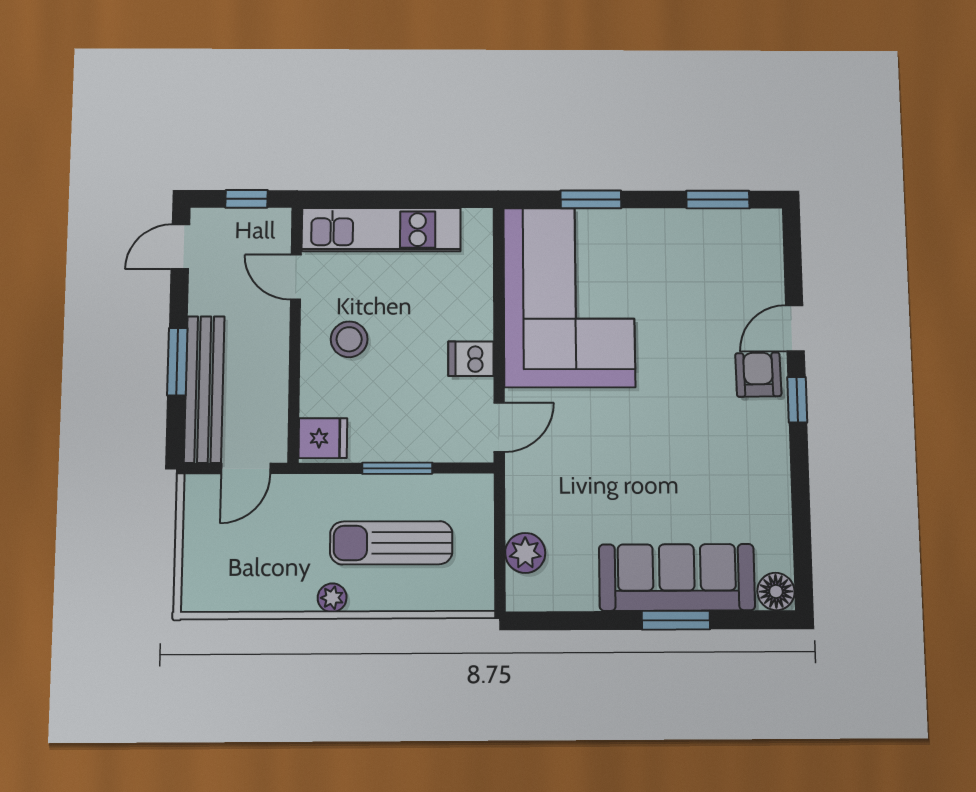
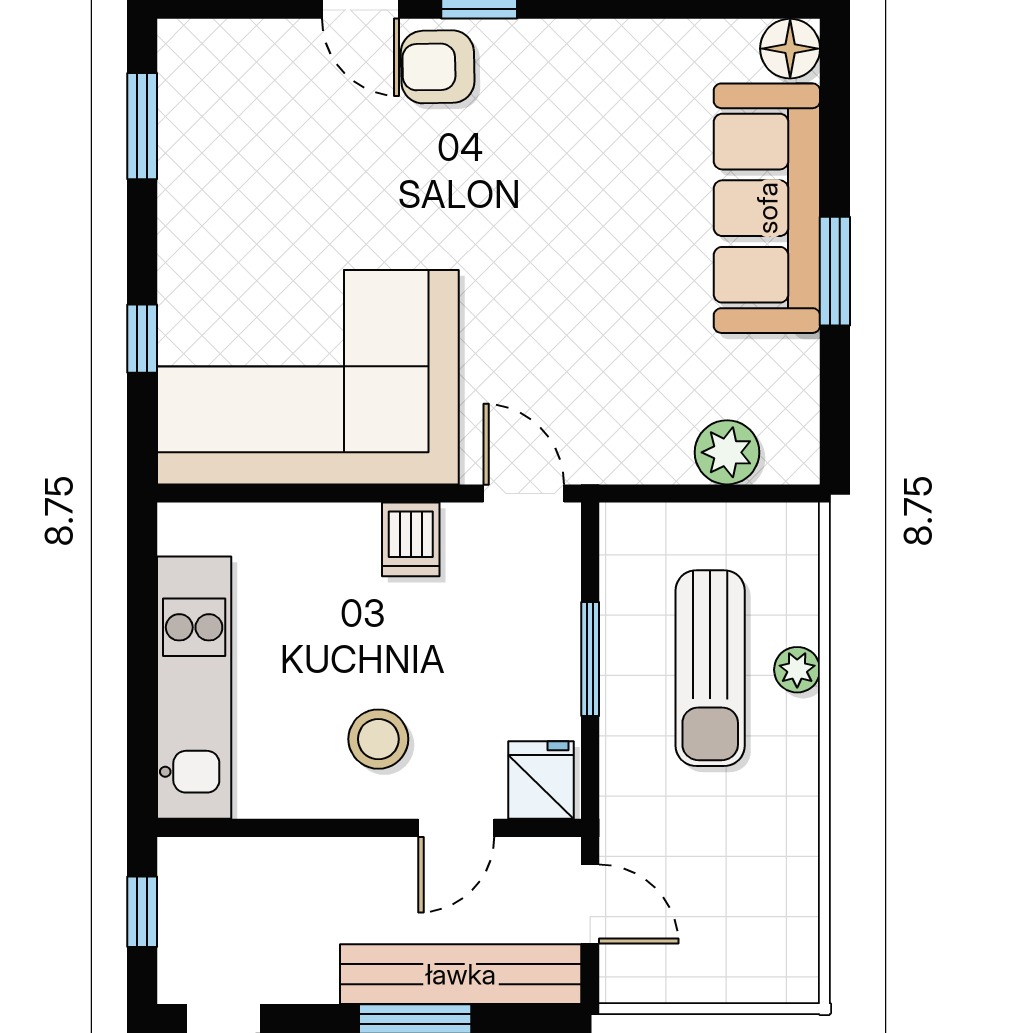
window: (591, 199) -> (142, 339), width x0.67
door: (296, 277) -> (456, 828), moved
plant: (332, 598) -> (797, 670), moved
window: (676, 620) -> (835, 271), moved

